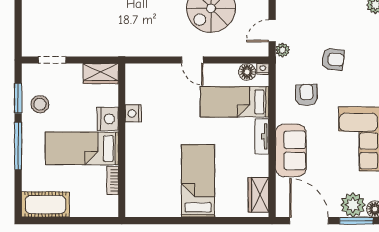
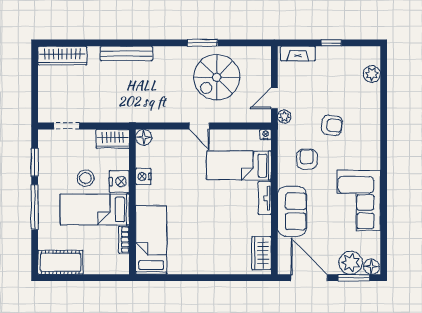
floor lamp: (247, 72) -> (144, 137), moved
stool: (40, 104) -> (85, 178), moved
bed: (198, 181) -> (151, 240), moved

